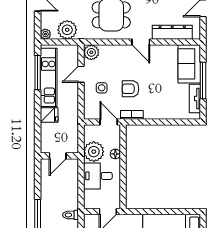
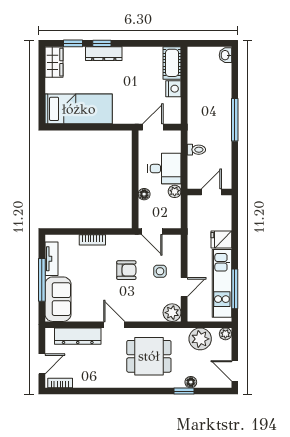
bookcase: (132, 115) -> (92, 240), moved
plant: (94, 152) -> (175, 191), width x0.53, depth x0.53
toilet: (70, 215) -> (196, 150), moved

